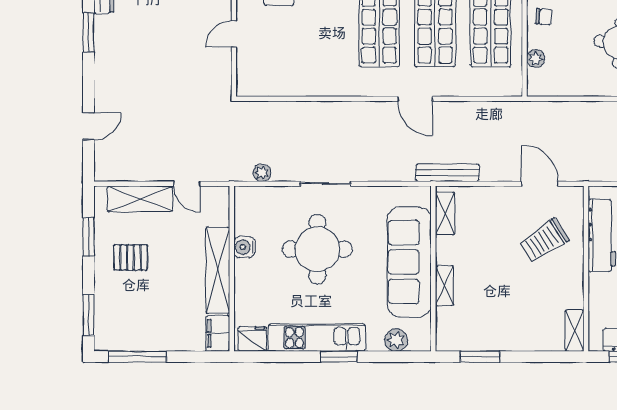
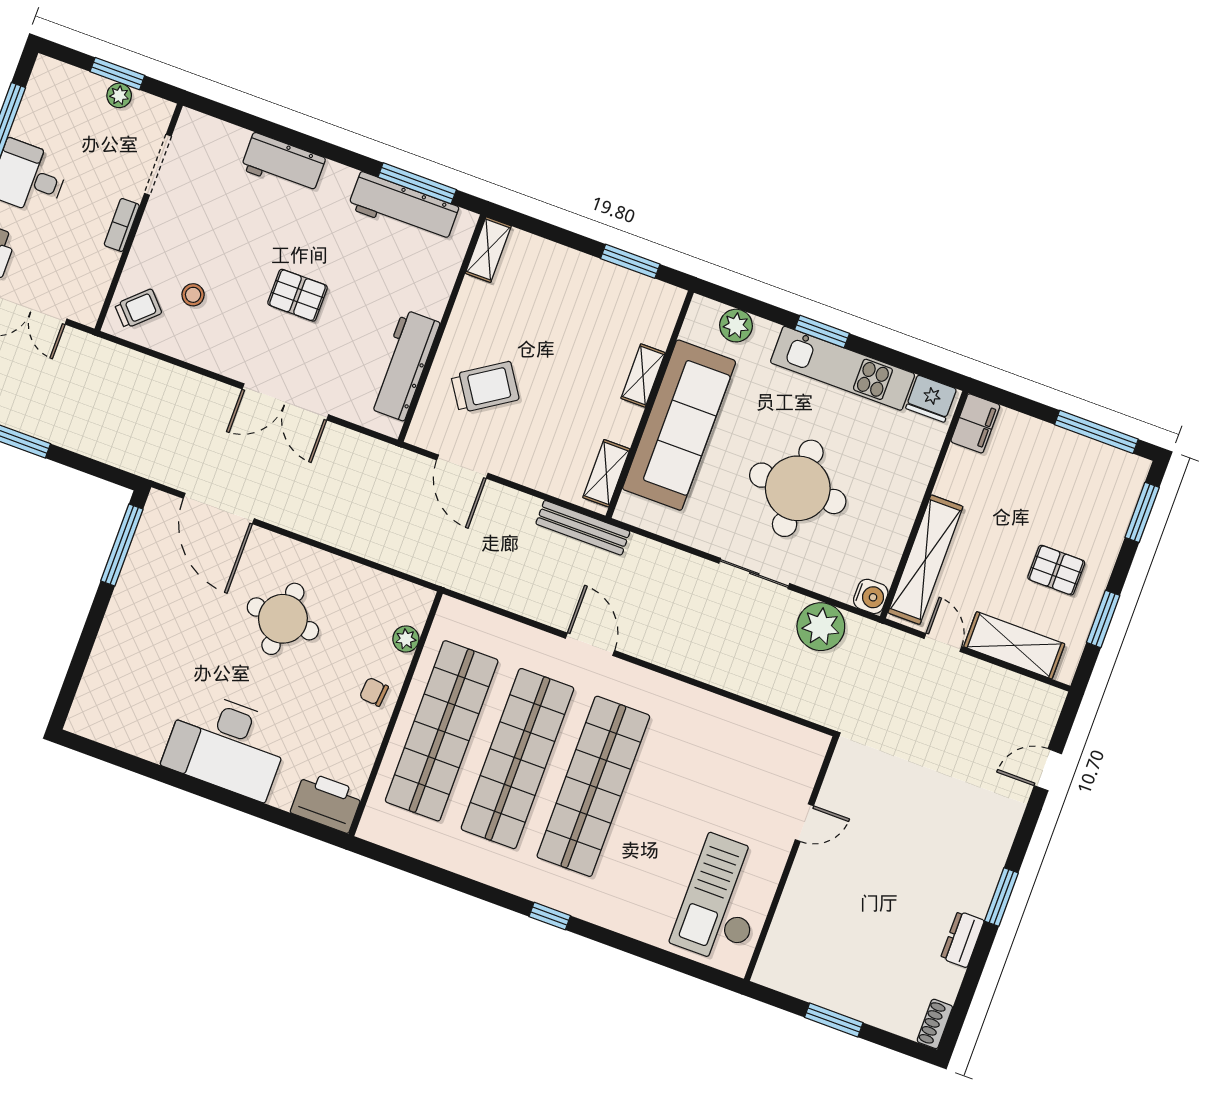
plant: (262, 173) -> (821, 627), width x1.88, depth x1.88
water cooler: (245, 247) -> (871, 596), moved
shelving: (218, 270) -> (925, 560), moved

